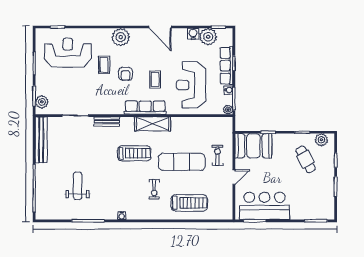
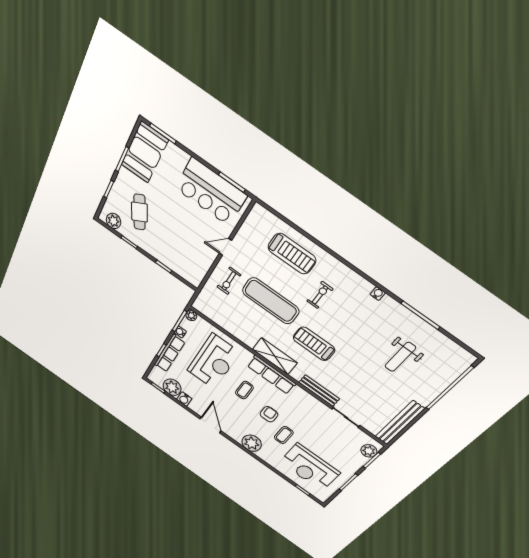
bench: (107, 122) -> (319, 391), width x1.36
booth: (253, 146) -> (145, 152), moved, turned 90
treadmill: (189, 203) -> (292, 254), turned 180

